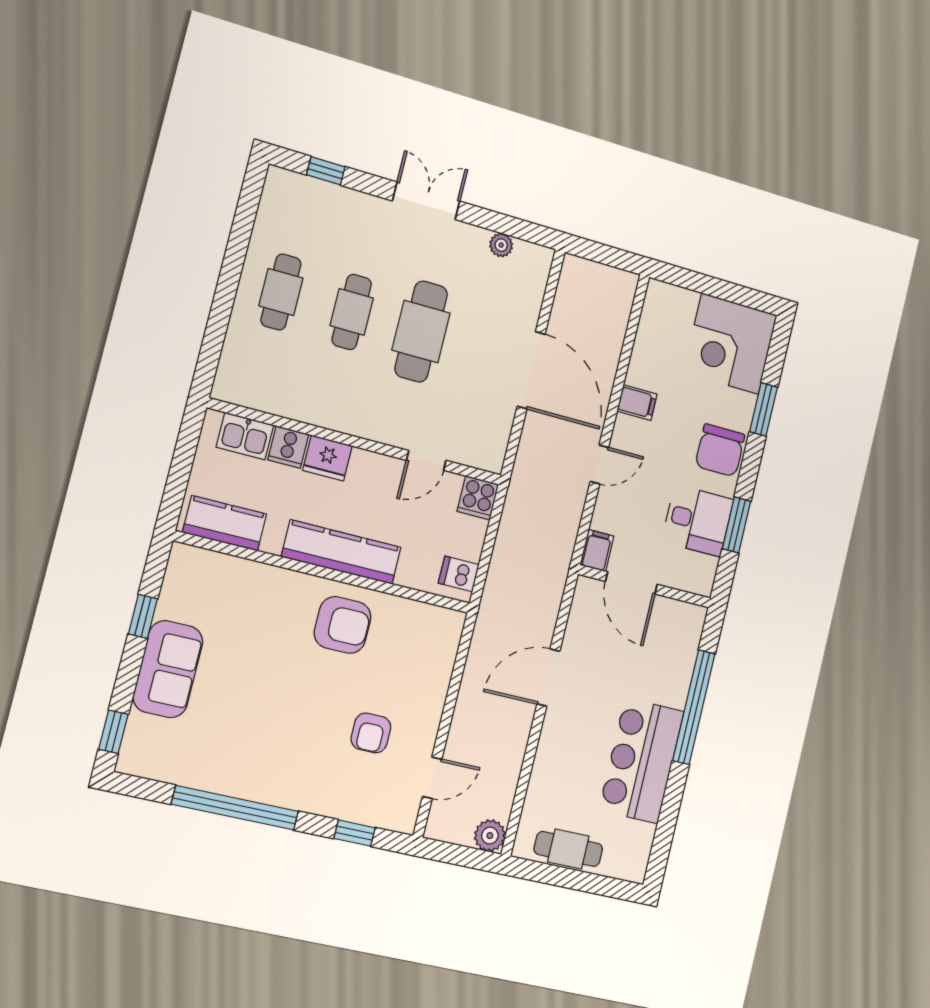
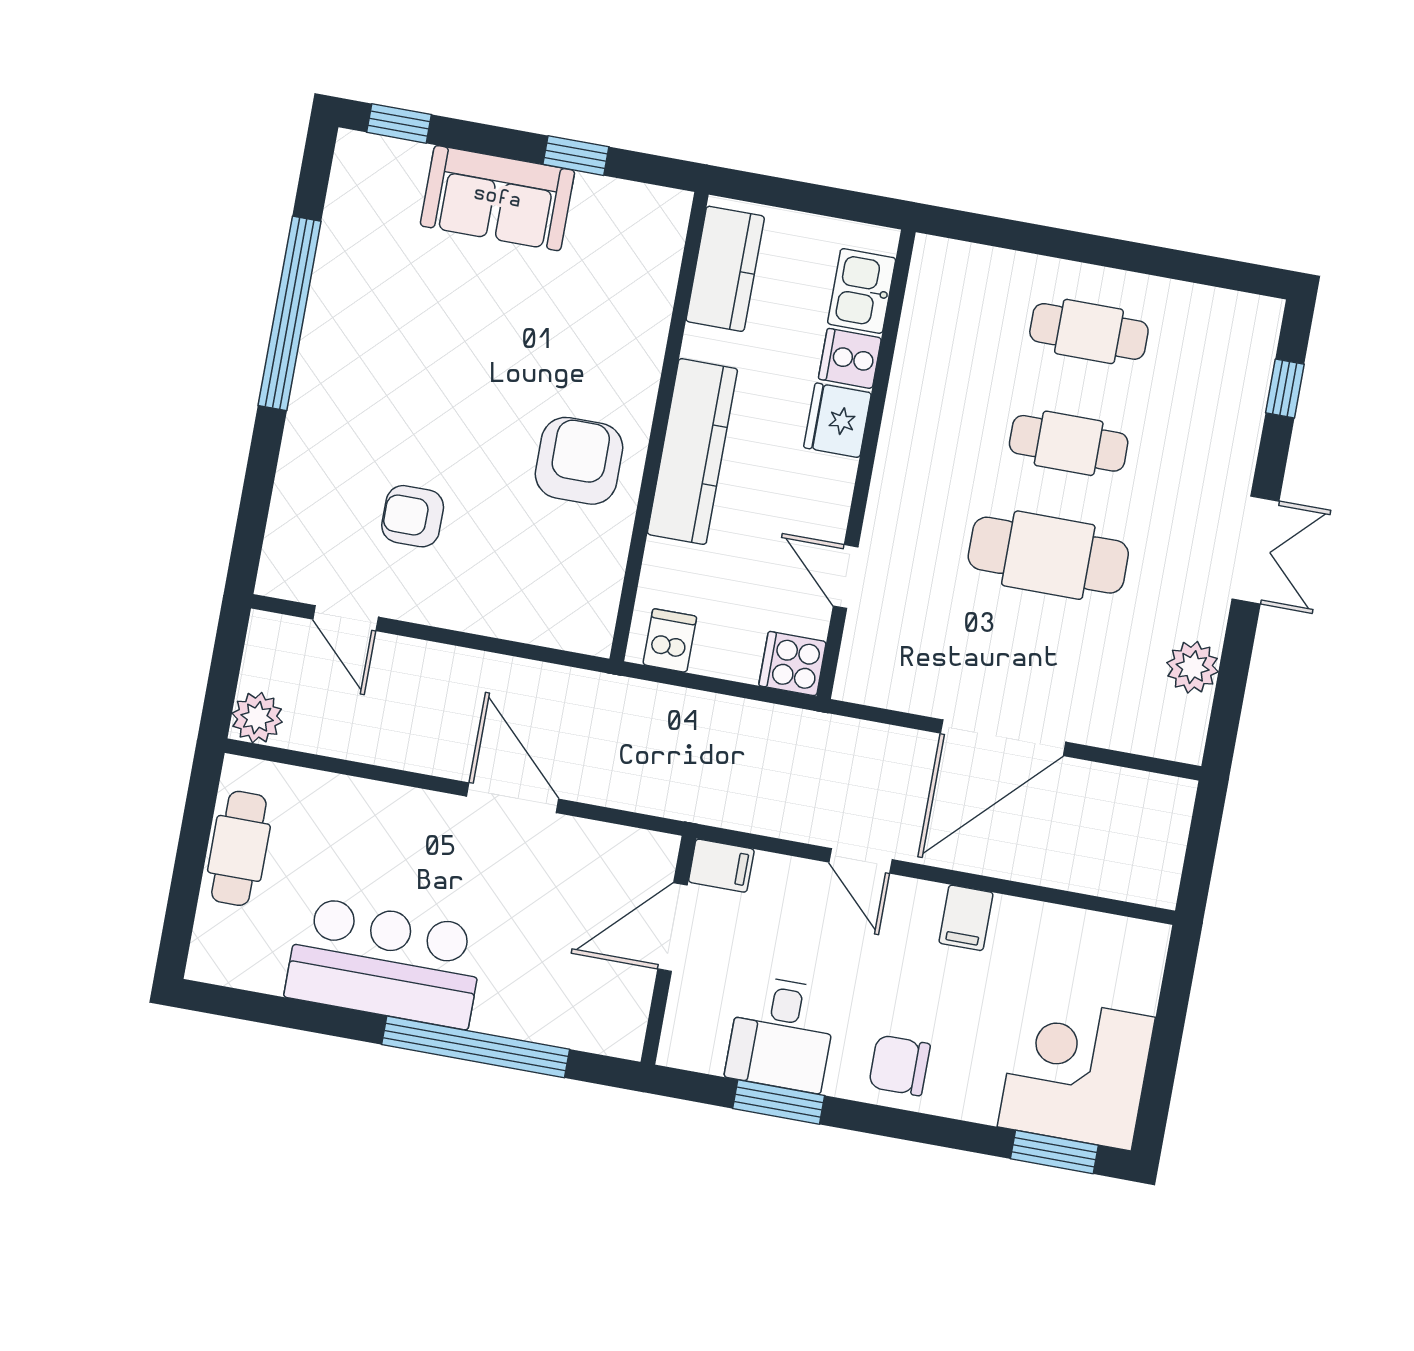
plant: (501, 245) -> (1193, 667), width x1.38, depth x1.38
window: (764, 409) -> (1054, 1152), moved
chair: (720, 450) -> (899, 1065), width x0.73, depth x0.73
armchair: (343, 625) -> (579, 461), turned 180
window: (355, 833) -> (256, 501), removed

